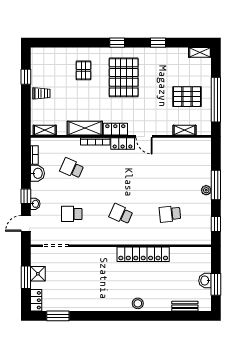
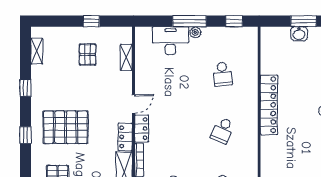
shelving: (200, 52) -> (37, 51), moved
pallet: (187, 97) -> (88, 55), width x0.67, depth x0.71
window: (216, 100) -> (91, 21), width x0.32
desk: (199, 169) -> (171, 41), added

